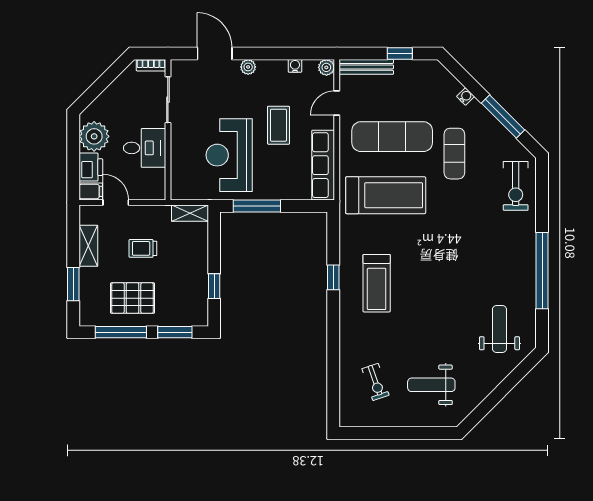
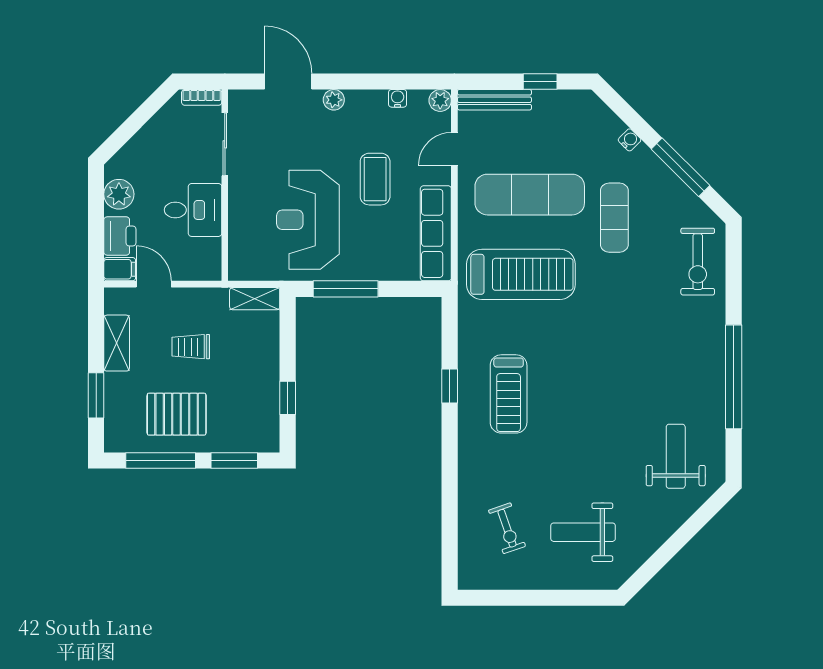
plant: (94, 136) -> (119, 194), width x0.73, depth x0.73

